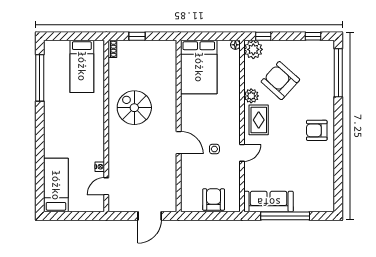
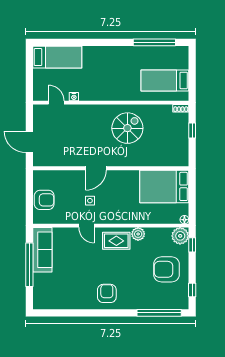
armchair: (280, 81) -> (167, 269), moved, turned -132

